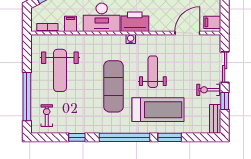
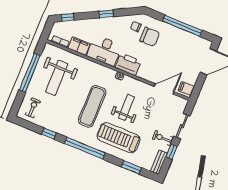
filing cabinet: (71, 24) -> (79, 46), width x2.00
window: (27, 97) -> (30, 73), moved
treadmill: (158, 110) -> (119, 138), turned 180
window: (170, 137) -> (131, 167), moved

